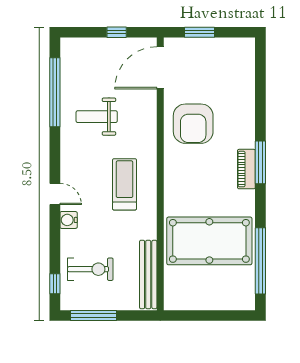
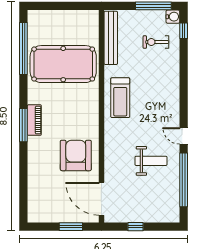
door: (160, 68) -> (101, 199), swing flipped
treadmill: (125, 184) -> (120, 98), moved
door: (55, 194) -> (184, 136), moved
water cooler: (69, 220) -> (173, 17), moved
exercise bike: (90, 269) -> (156, 42), width x0.73, depth x0.72

